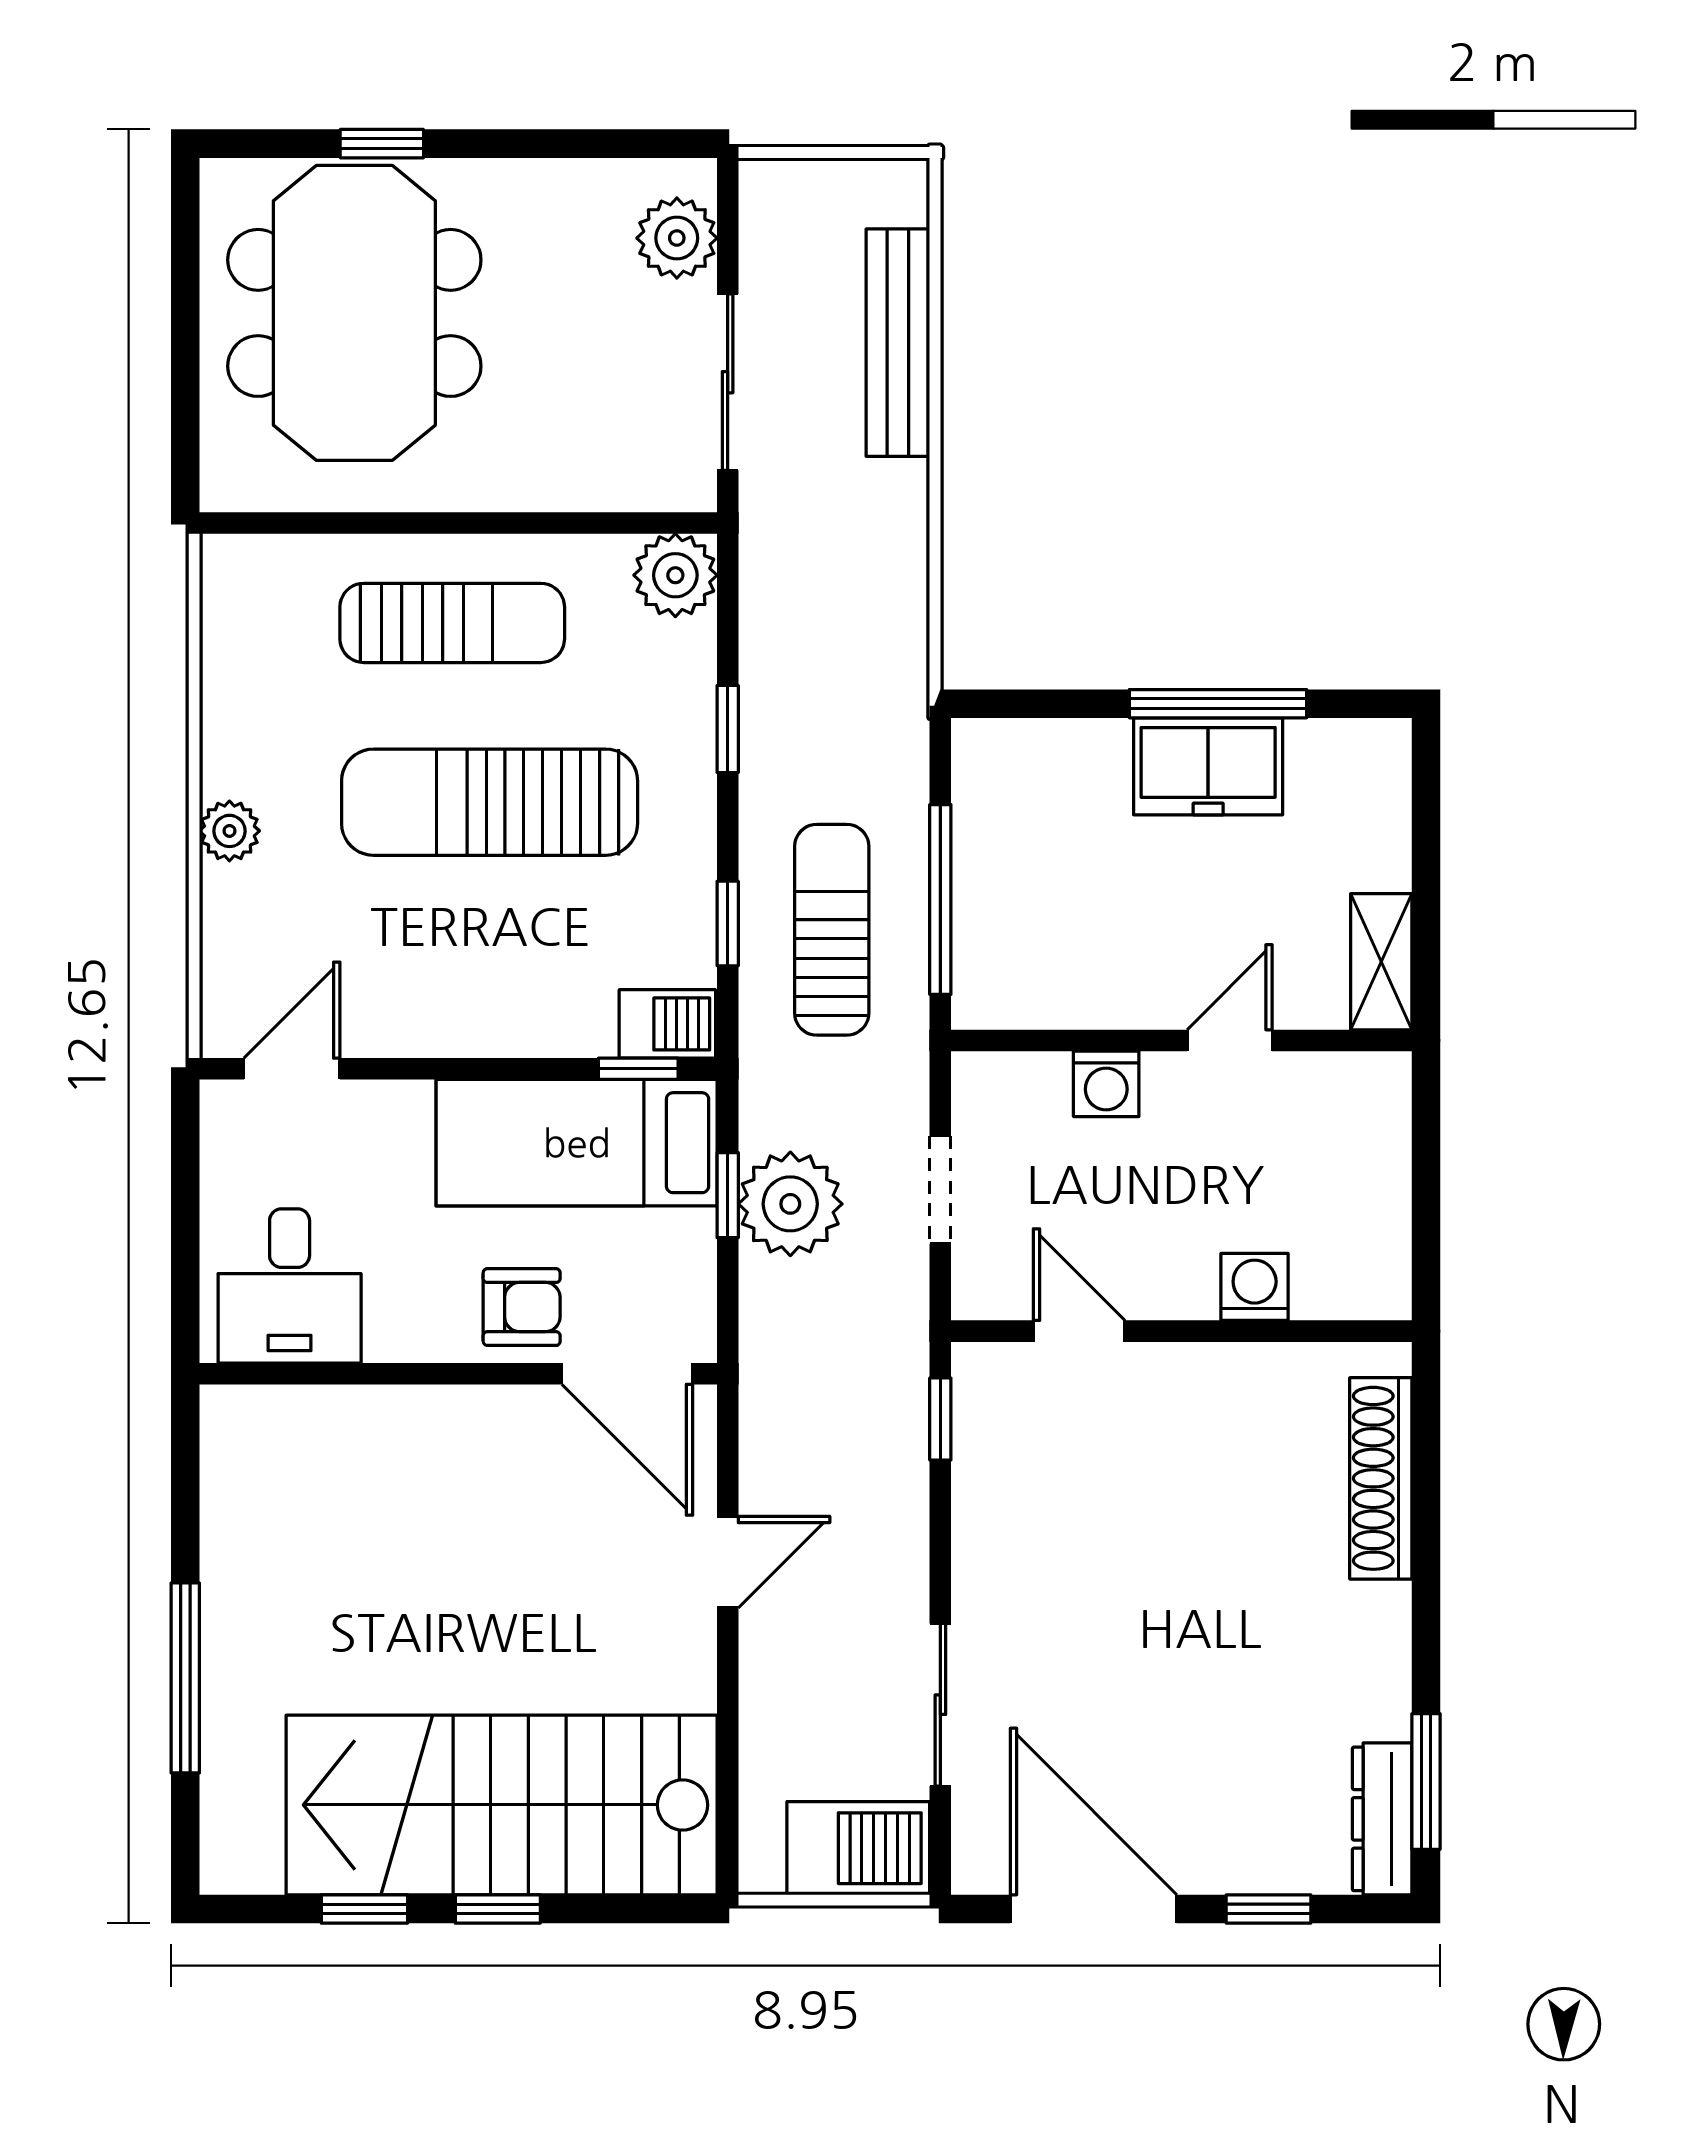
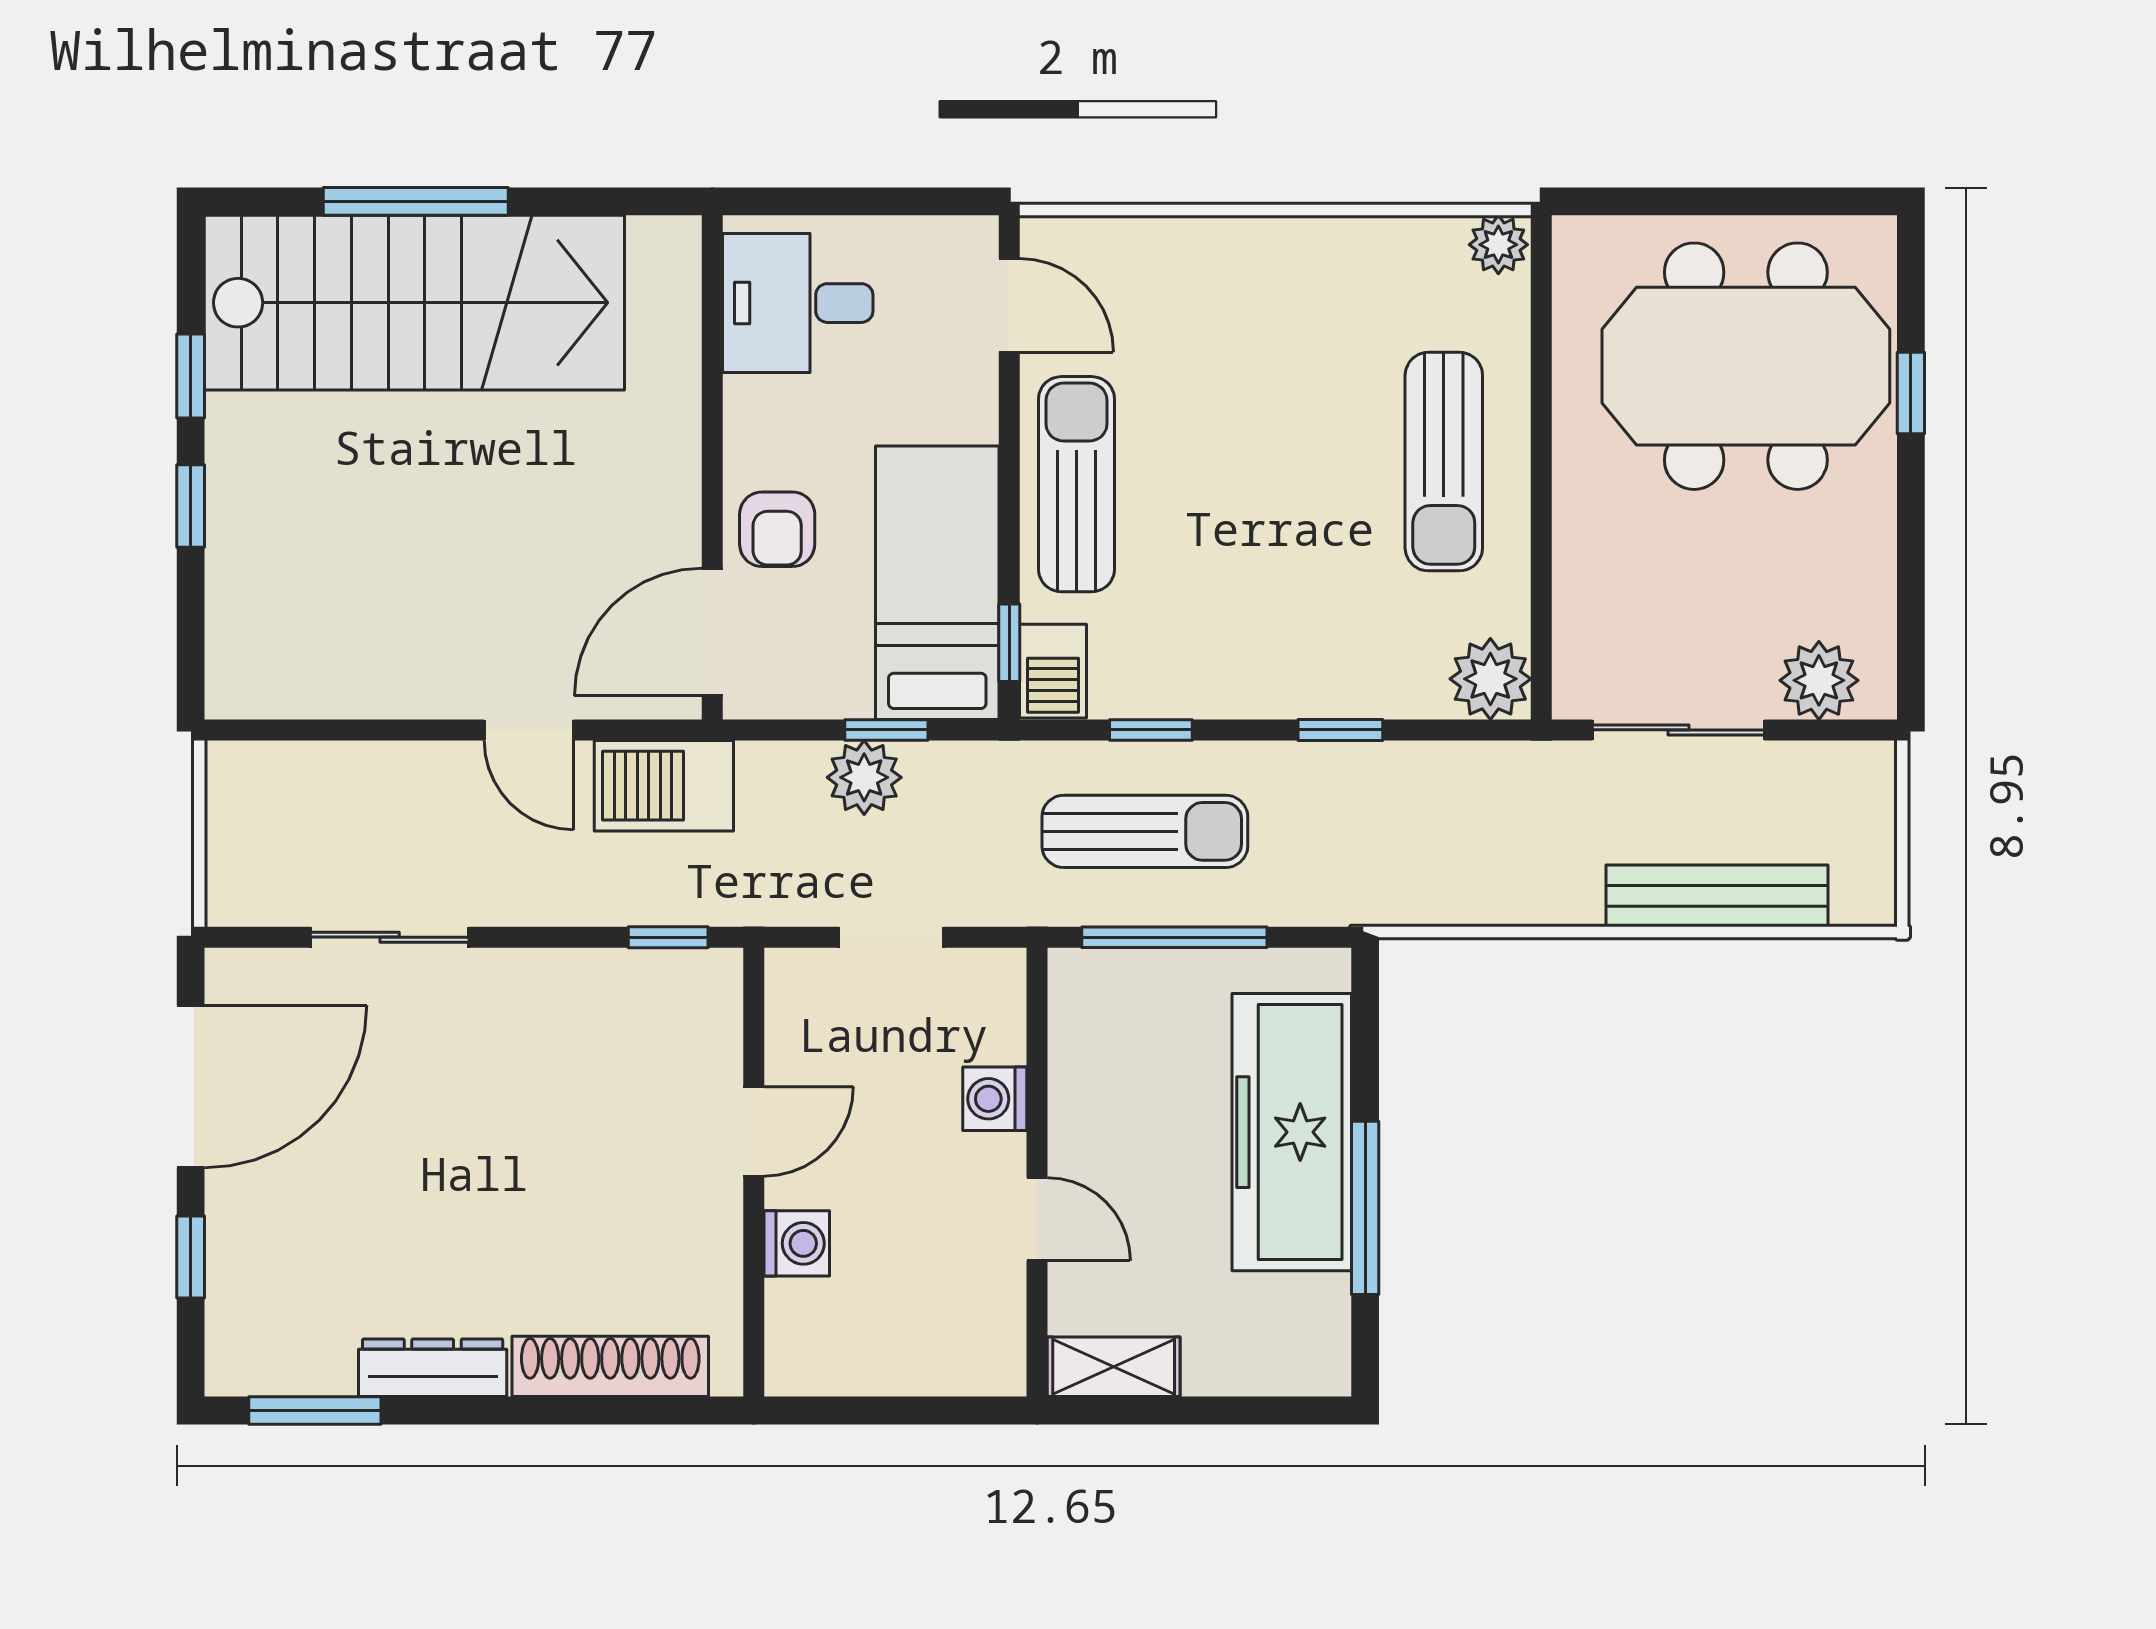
freezer: (1208, 766) -> (1292, 1132), width x1.91, depth x1.26
sun lounger: (490, 802) -> (1077, 484), moved, width x0.73, depth x0.75
plant: (229, 831) -> (1498, 245), moved
plant: (790, 1204) -> (864, 777), width x0.73, depth x0.73
door: (1079, 1331) -> (754, 1131), moved
stairs: (502, 1805) -> (414, 303), moved, turned 90
dresser: (1382, 1819) -> (433, 1368), moved
barbecue: (858, 1848) -> (664, 786), moved, turned 90

